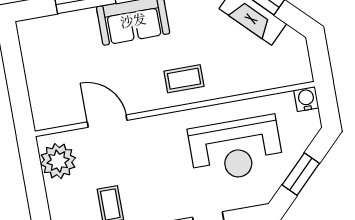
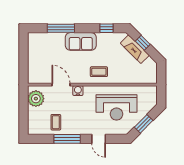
water cooler: (306, 99) -> (78, 91), moved

